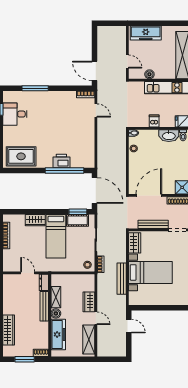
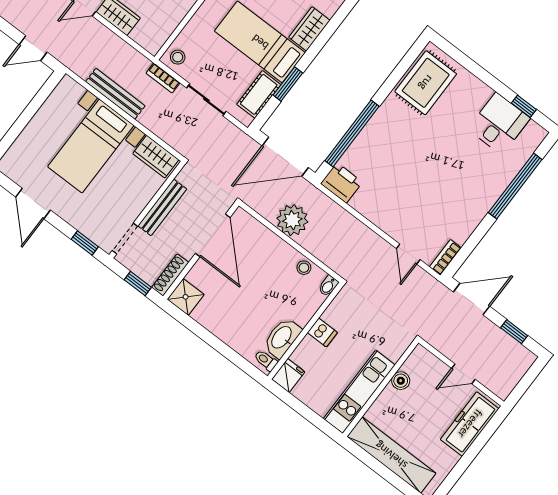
window: (94, 44) -> (514, 332), added
door: (127, 61) -> (463, 374), moved
window: (35, 88) -> (515, 186), width x1.46
door: (96, 110) -> (408, 254), hinge flipped
printer: (61, 161) -> (341, 183), moved, turned -90
plant: (118, 168) -> (292, 220), added
window: (78, 212) -> (288, 84), moved

